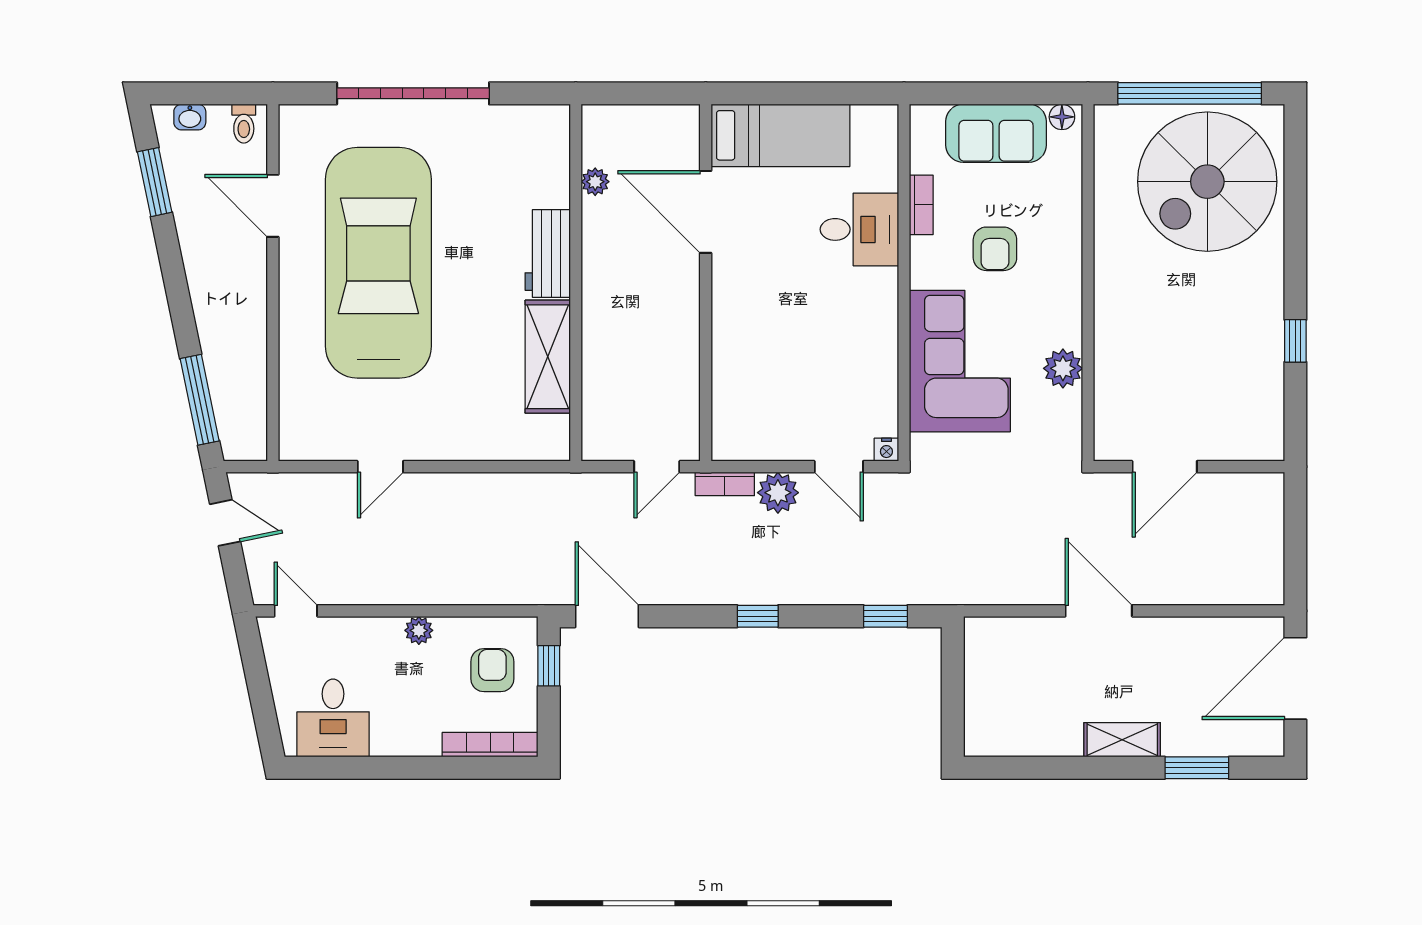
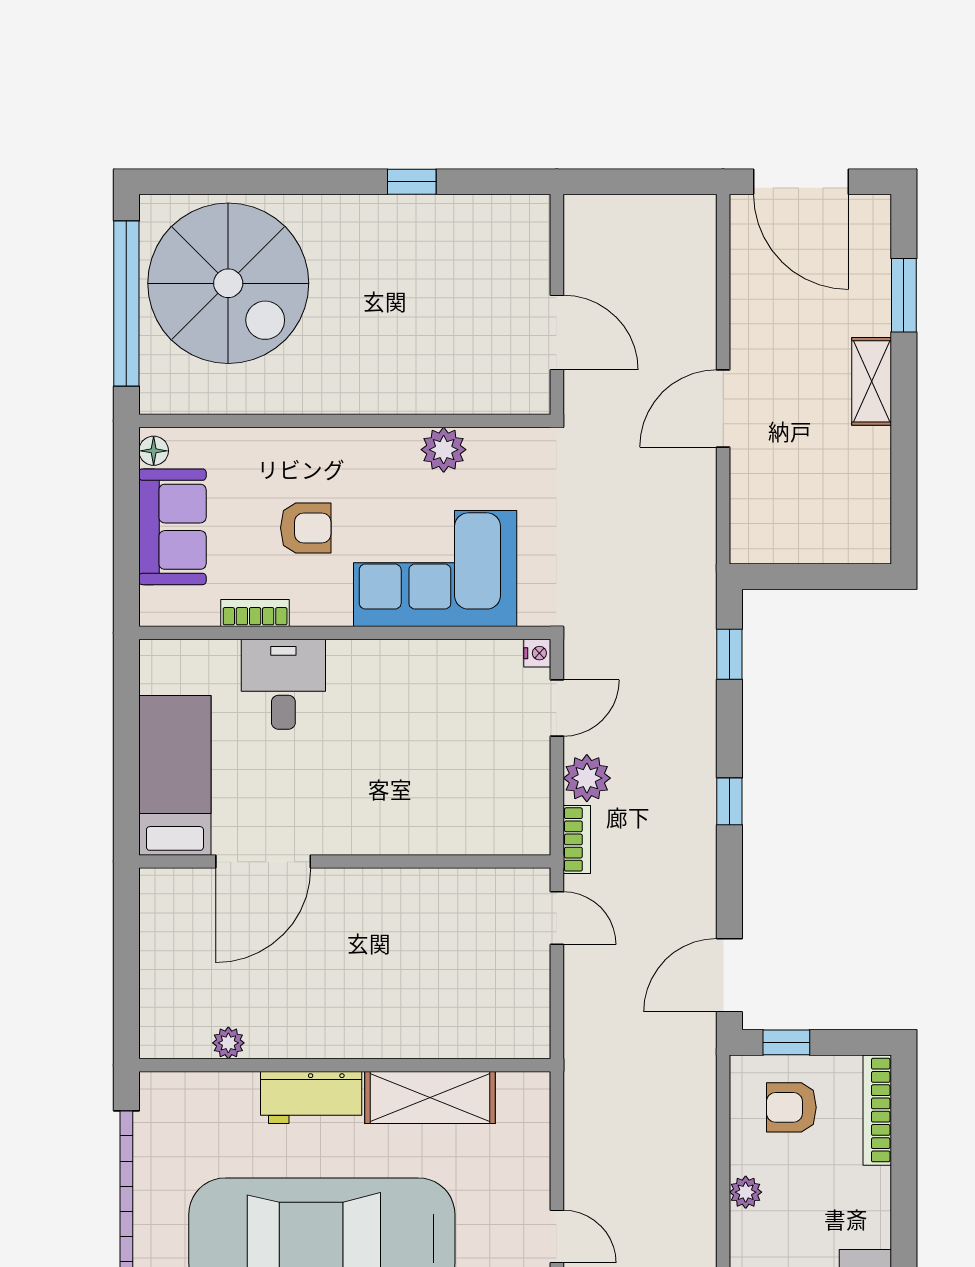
plant: (595, 182) -> (228, 1043), moved
workbench: (548, 254) -> (311, 1098), moved
wall: (576, 283) -> (345, 1065), moved
shelving: (548, 357) -> (430, 1098), moved

